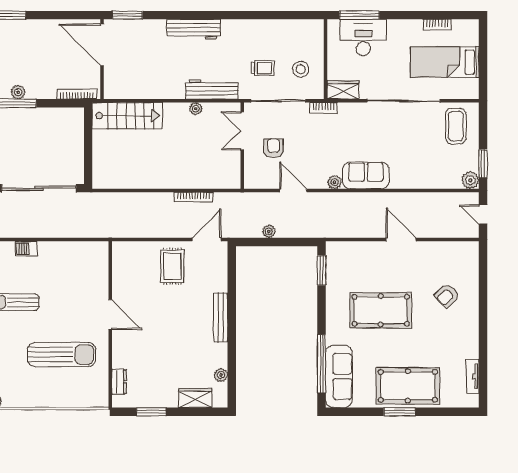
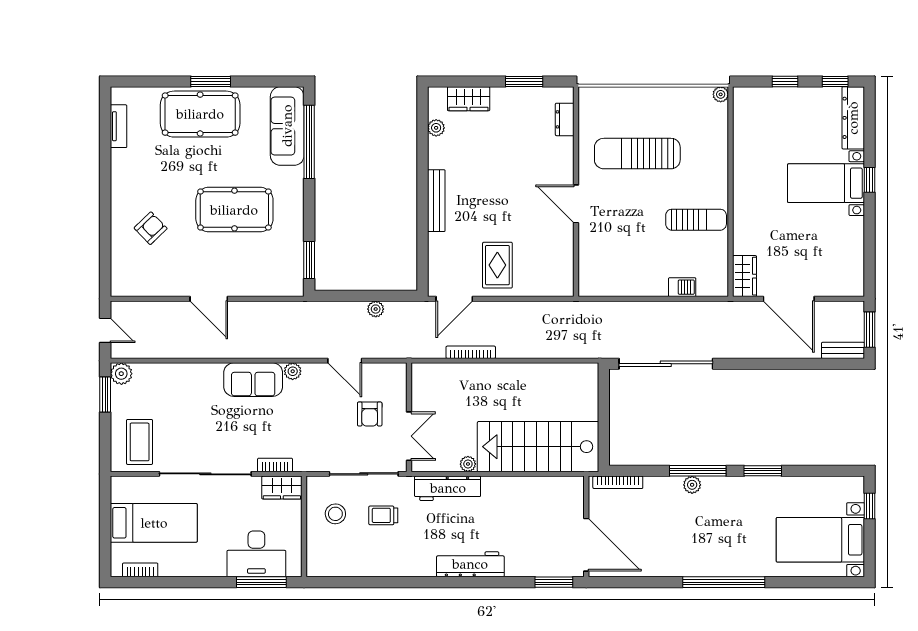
bookcase: (437, 25) -> (140, 570), moved
bookcase: (323, 108) -> (275, 465), moved
stairs: (127, 116) -> (538, 447), width x1.36, depth x1.51

